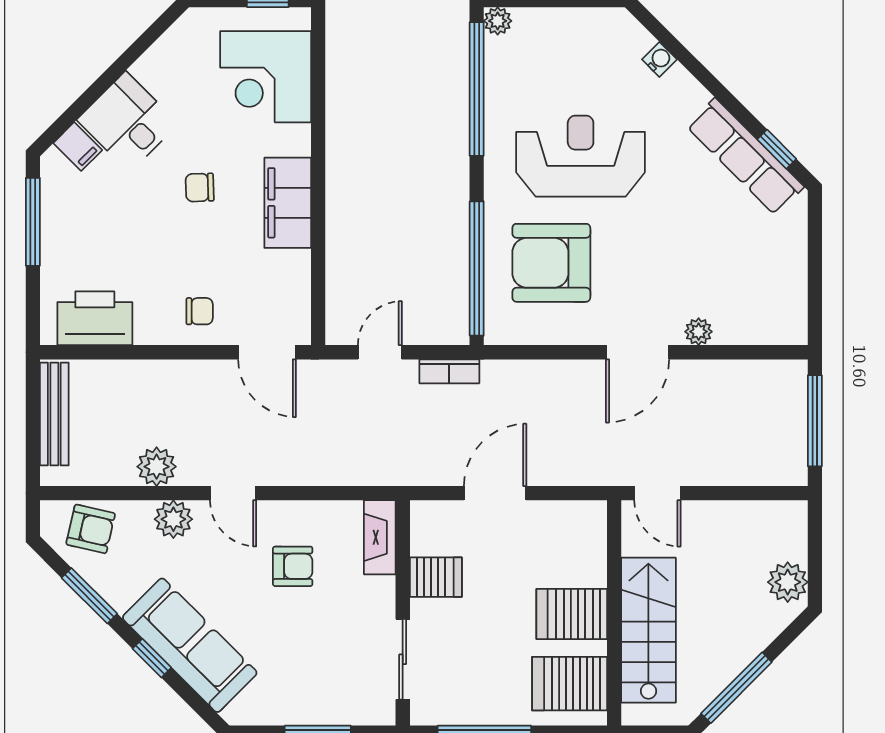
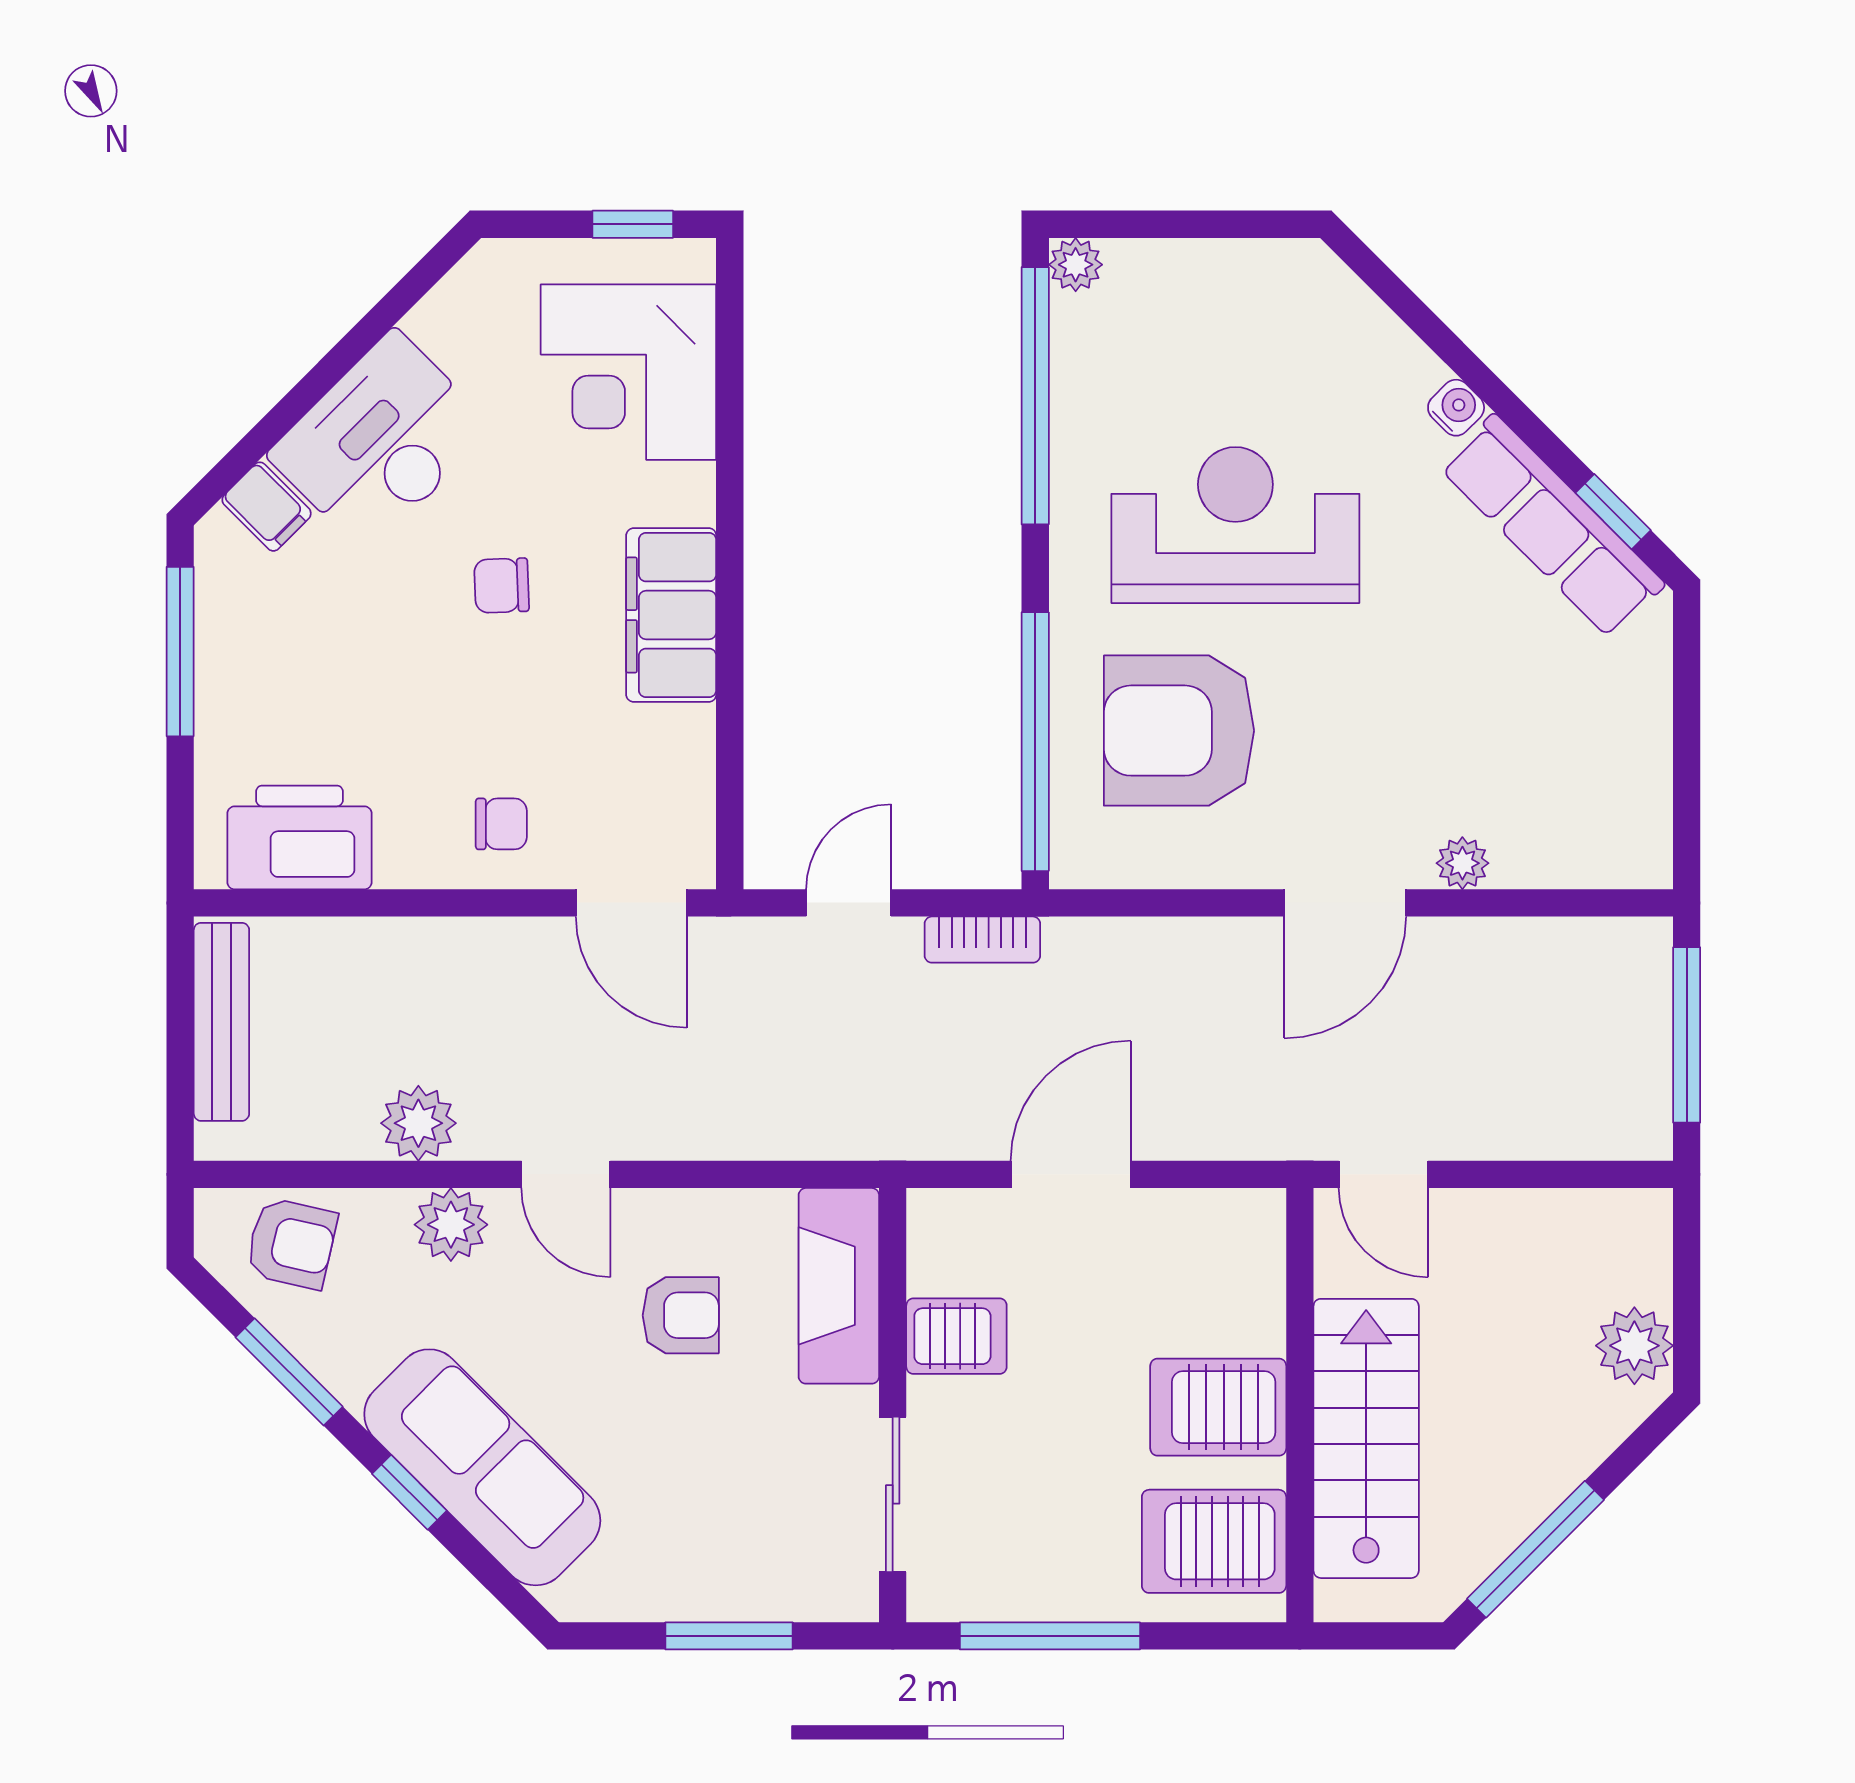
water cooler: (659, 59) -> (1456, 408), moved
desk: (128, 122) -> (380, 441), width x1.37
fireplace: (380, 537) -> (839, 1286), width x1.37, depth x1.32

